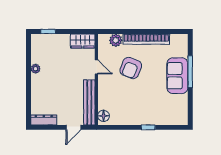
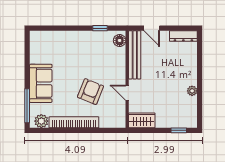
plant: (116, 40) -> (41, 121), moved
window: (190, 72) -> (27, 106), moved
door: (73, 127) -> (152, 28), swing flipped
window: (148, 127) -> (100, 28), moved

